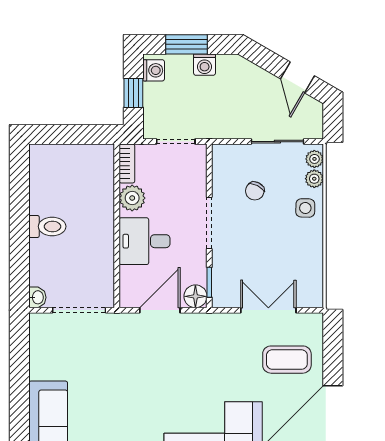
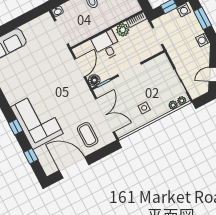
washing machine: (205, 65) -> (203, 40), moved
chair: (255, 191) -> (154, 82), removed
side table: (305, 208) -> (144, 108), moved
door: (160, 310) -> (80, 68), hinge flipped
double door: (268, 310) -> (105, 115), width x1.37

